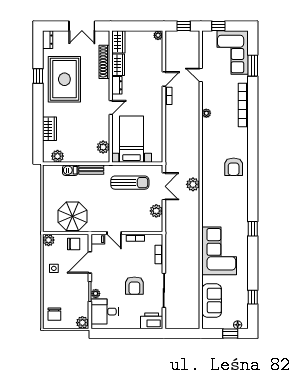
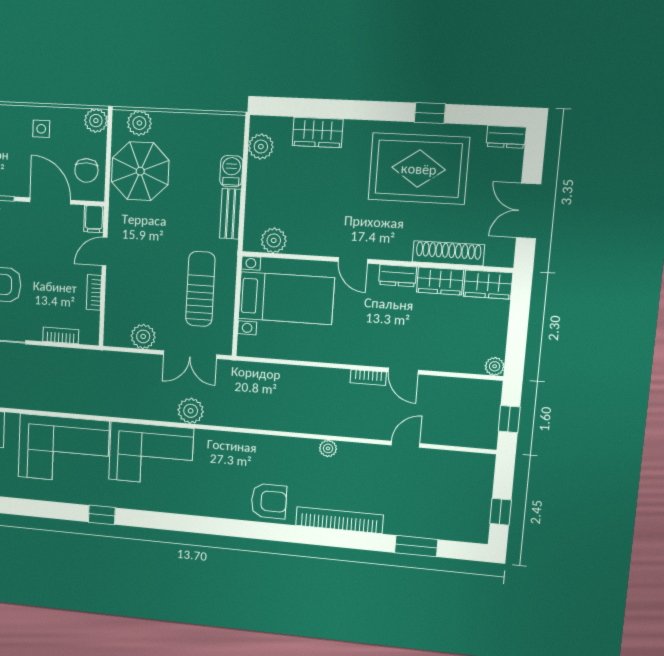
window: (218, 26) -> (501, 512), moved
corner sofa: (233, 53) -> (151, 454), moved, turned 180
armchair: (234, 167) -> (269, 501), moved, turned 180
sun lounger: (130, 183) -> (200, 289), turned 180
plant: (49, 218) -> (139, 123), added

